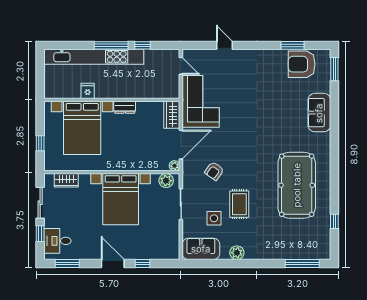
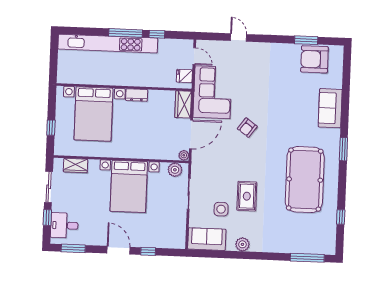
window: (334, 69) -> (343, 149), moved
fridge: (88, 91) -> (184, 76), moved, turned -90
armchair: (214, 171) -> (247, 128), moved

